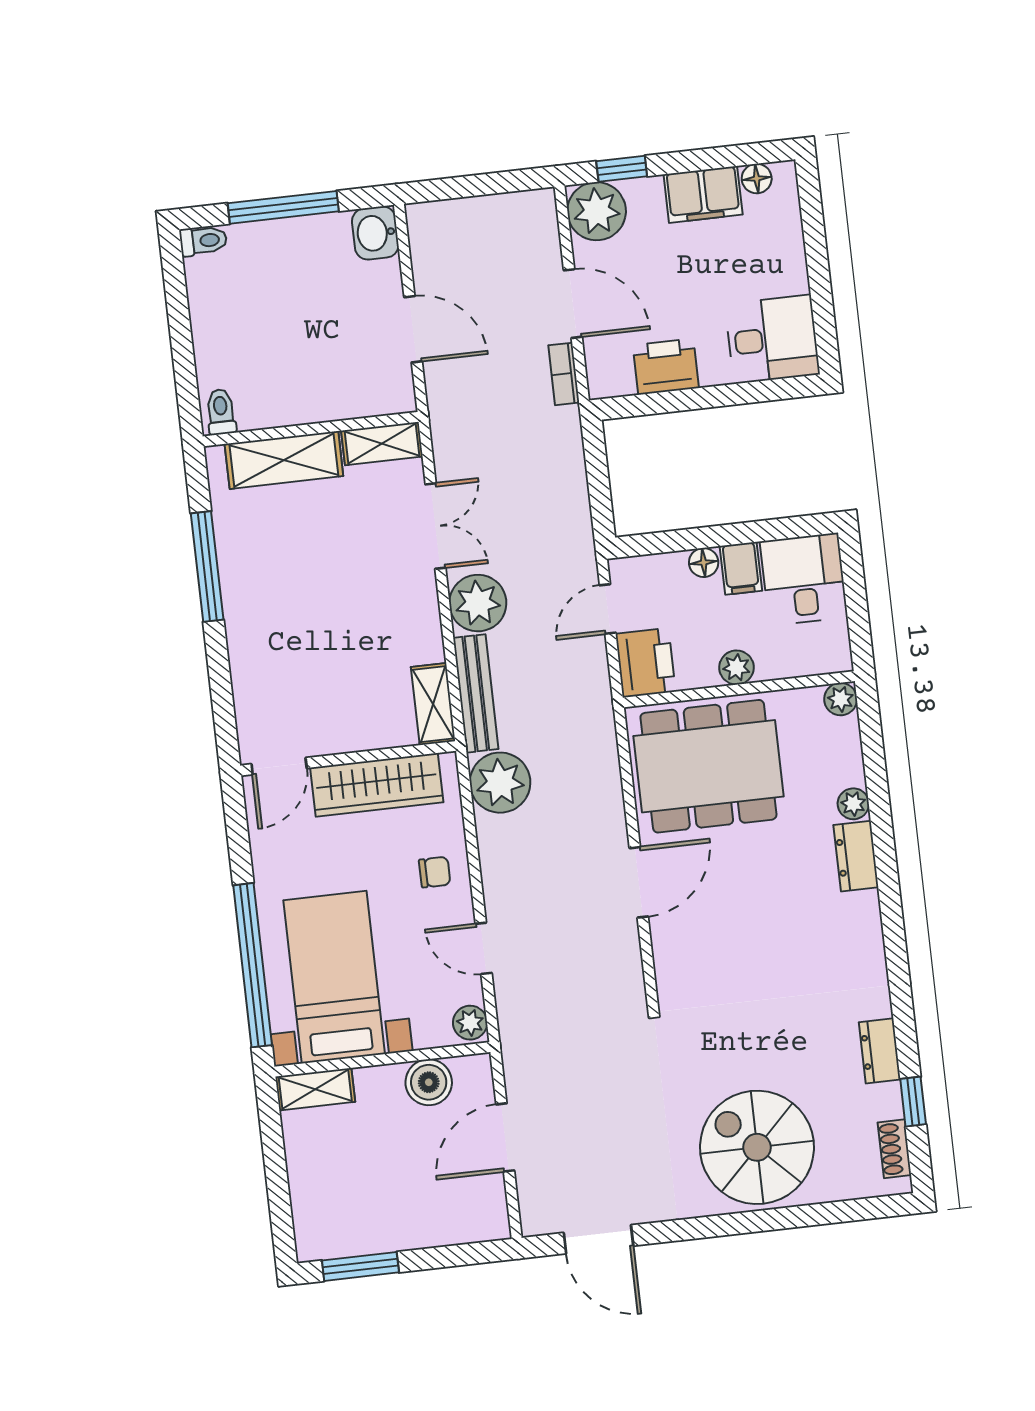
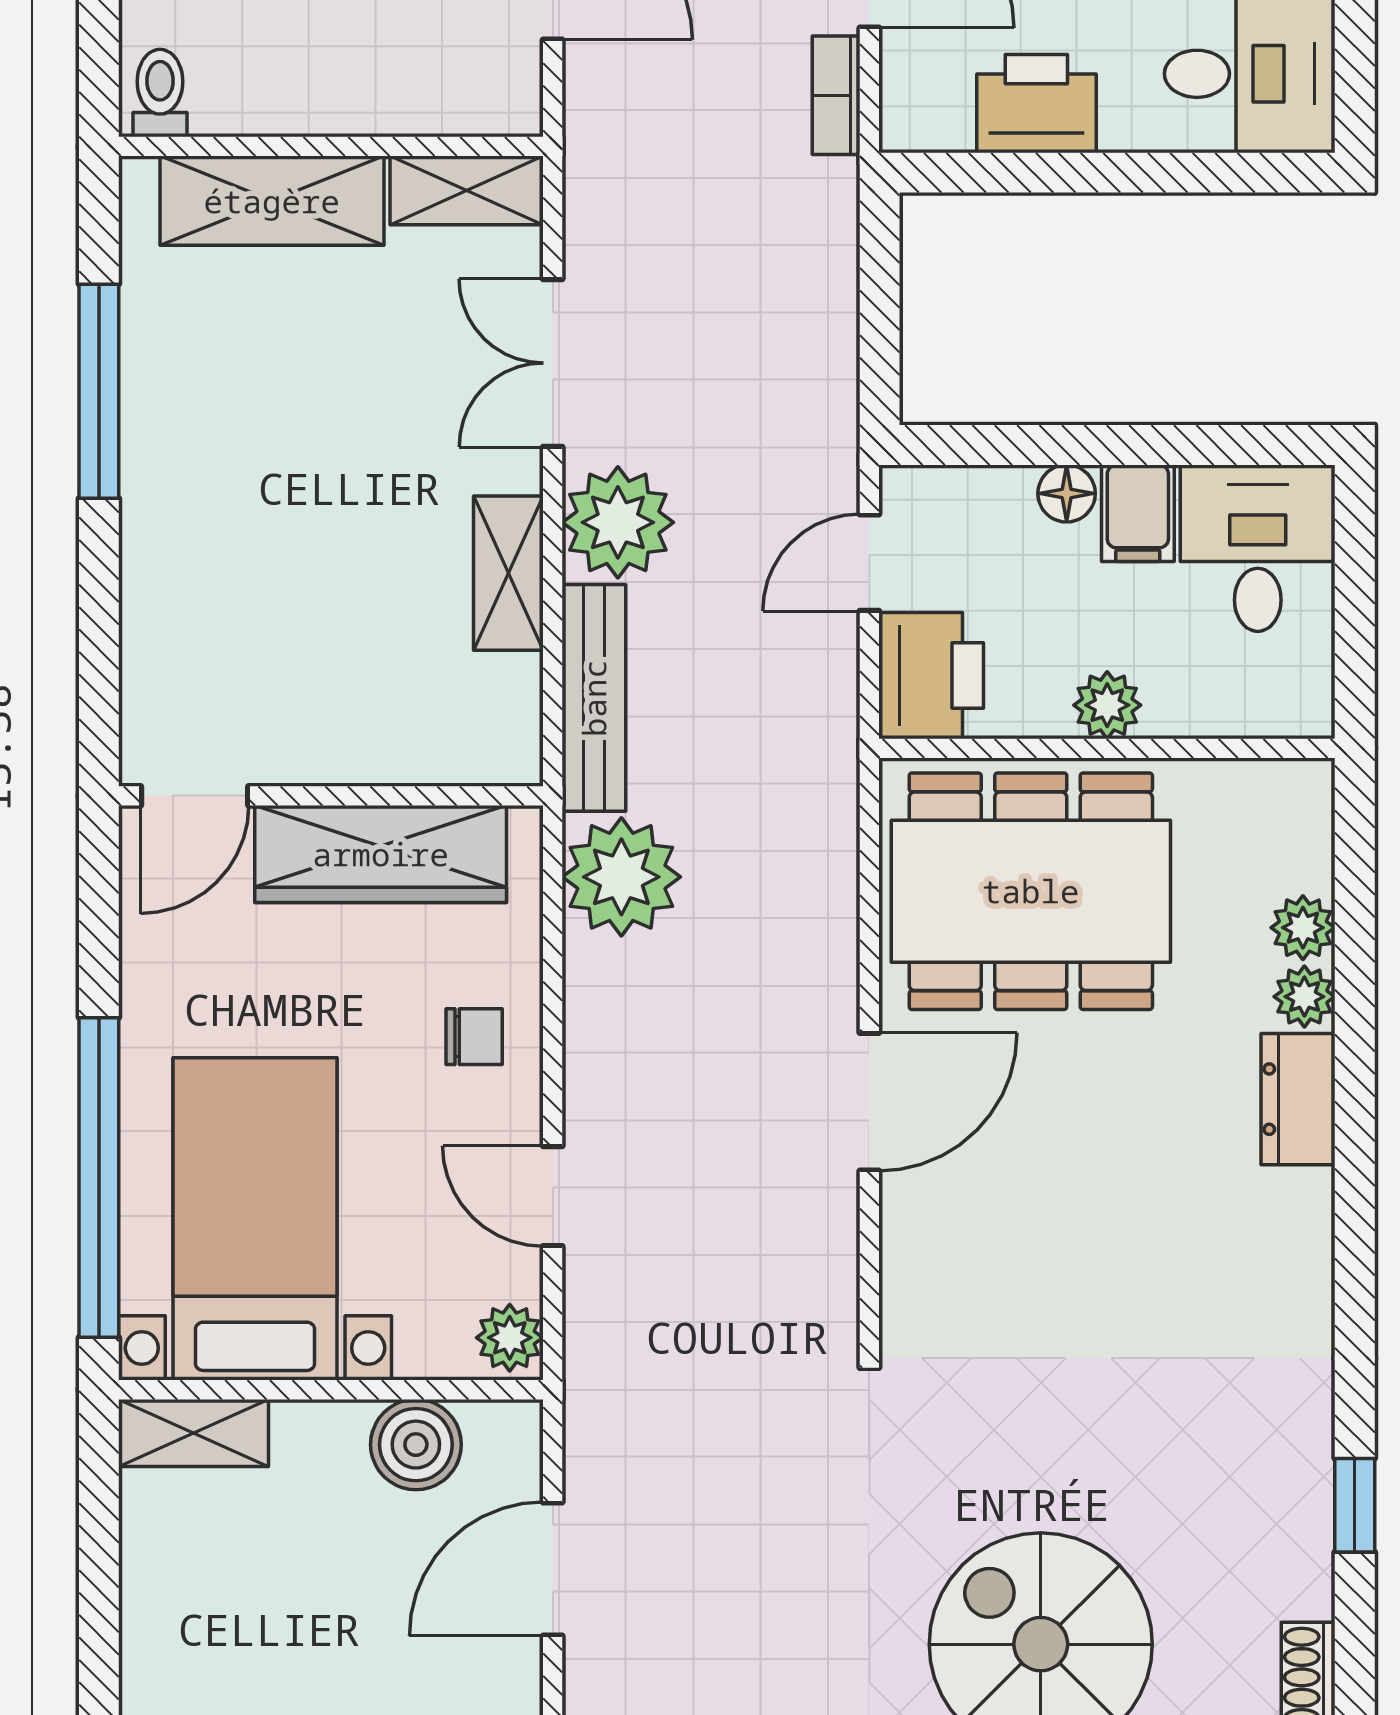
double door: (436, 526) -> (553, 363), swing flipped
plant: (841, 699) -> (1303, 928), moved
shelving: (433, 704) -> (508, 573), moved
dresser: (880, 1051) -> (1301, 1483), removed
window: (913, 1102) -> (1355, 1505), moved

